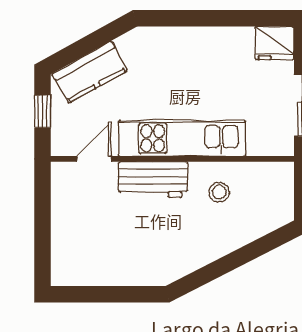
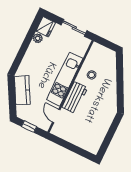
plant: (242, 38) -> (38, 38), added
kitchen counter: (90, 72) -> (22, 90), moved

